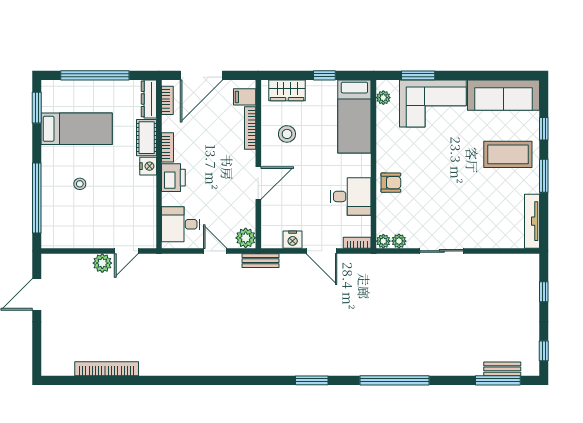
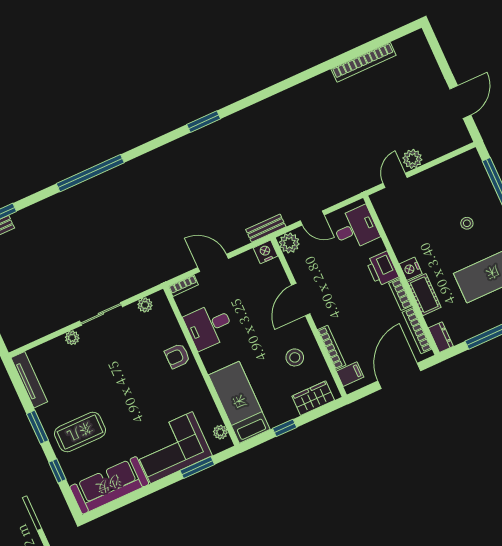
dresser: (149, 99) -> (441, 337), width x0.70
bookcase: (167, 100) -> (417, 331), width x1.56
nightstand: (293, 240) -> (266, 252), moved
plant: (383, 241) -> (72, 338), moved
window: (312, 380) -> (204, 122), moved

